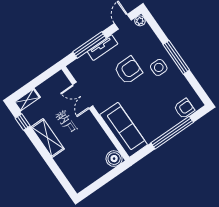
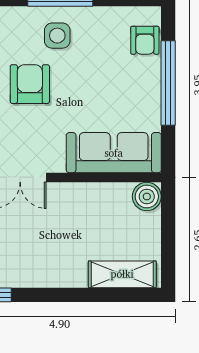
armchair: (184, 109) -> (145, 40), turned 180
shelving: (48, 138) -> (122, 274), moved

